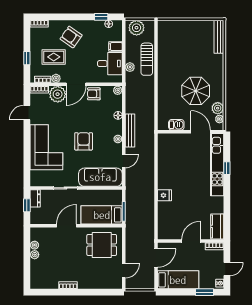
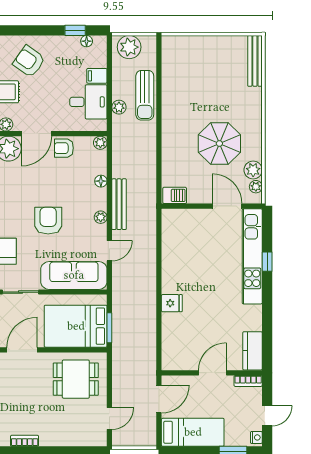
barbecue: (176, 125) -> (175, 195), moved
bed: (102, 215) -> (76, 326), width x1.50

